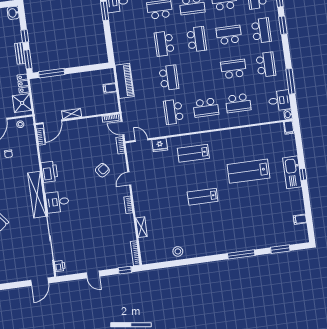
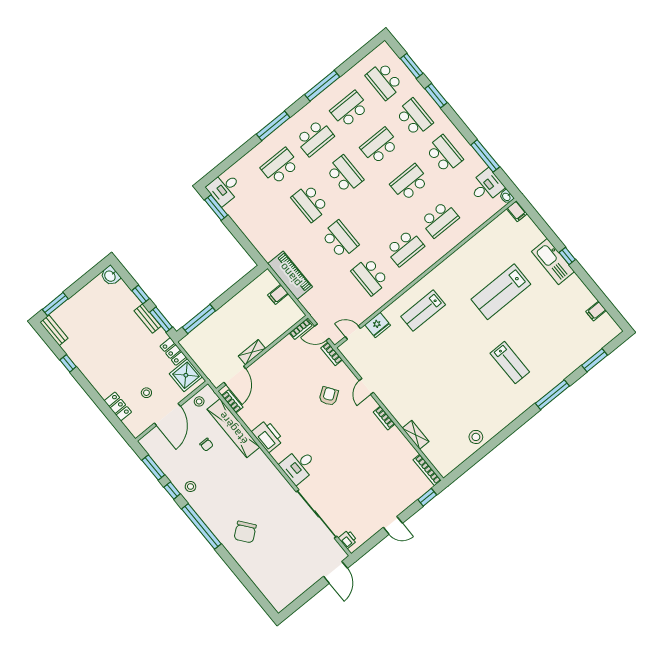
shelving: (37, 195) -> (233, 428), moved
lab bench: (203, 197) -> (510, 363), moved, turned -90

